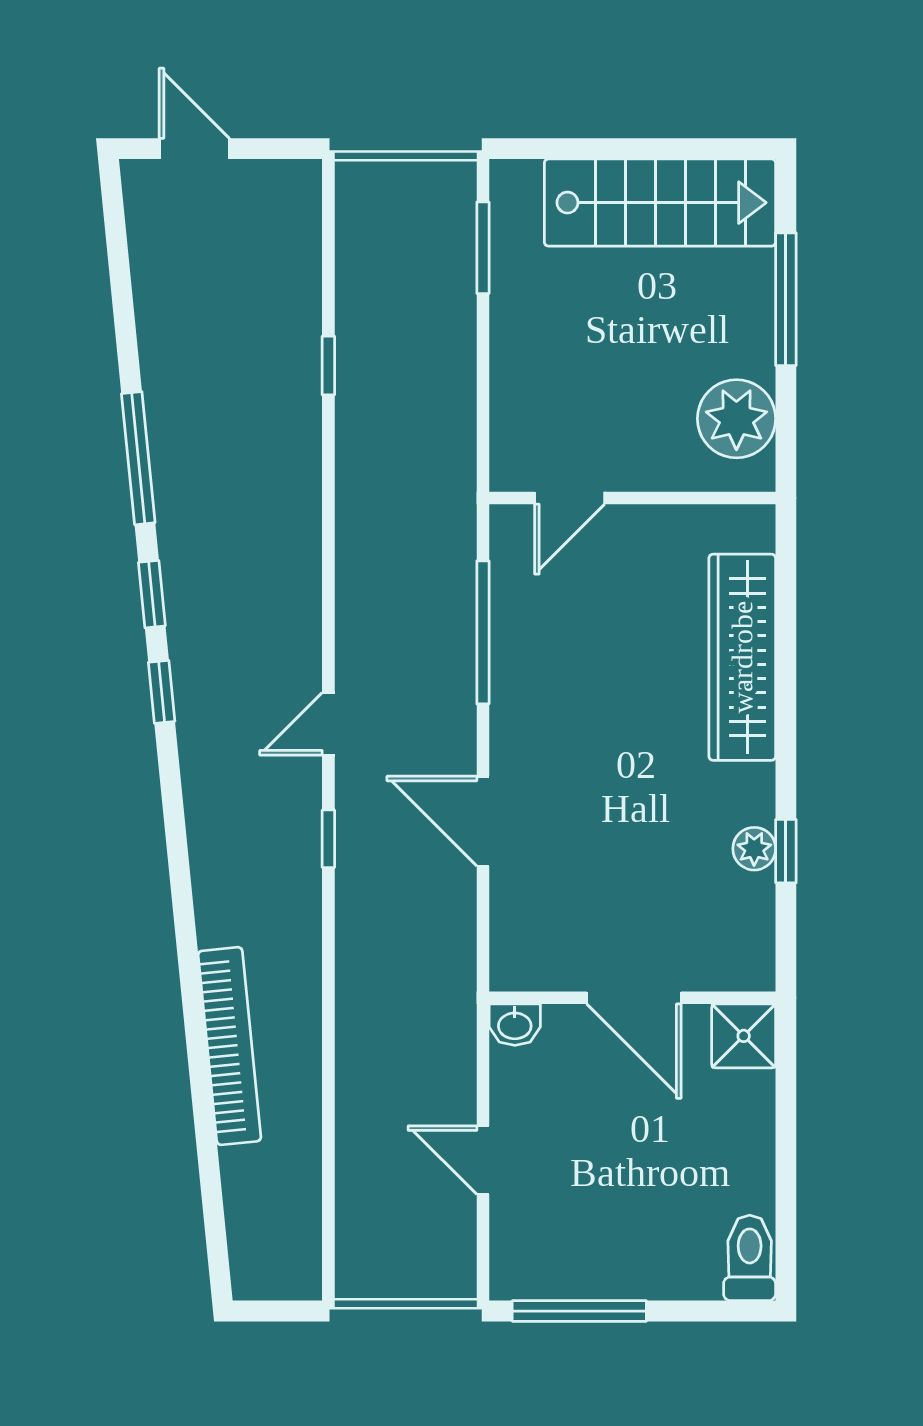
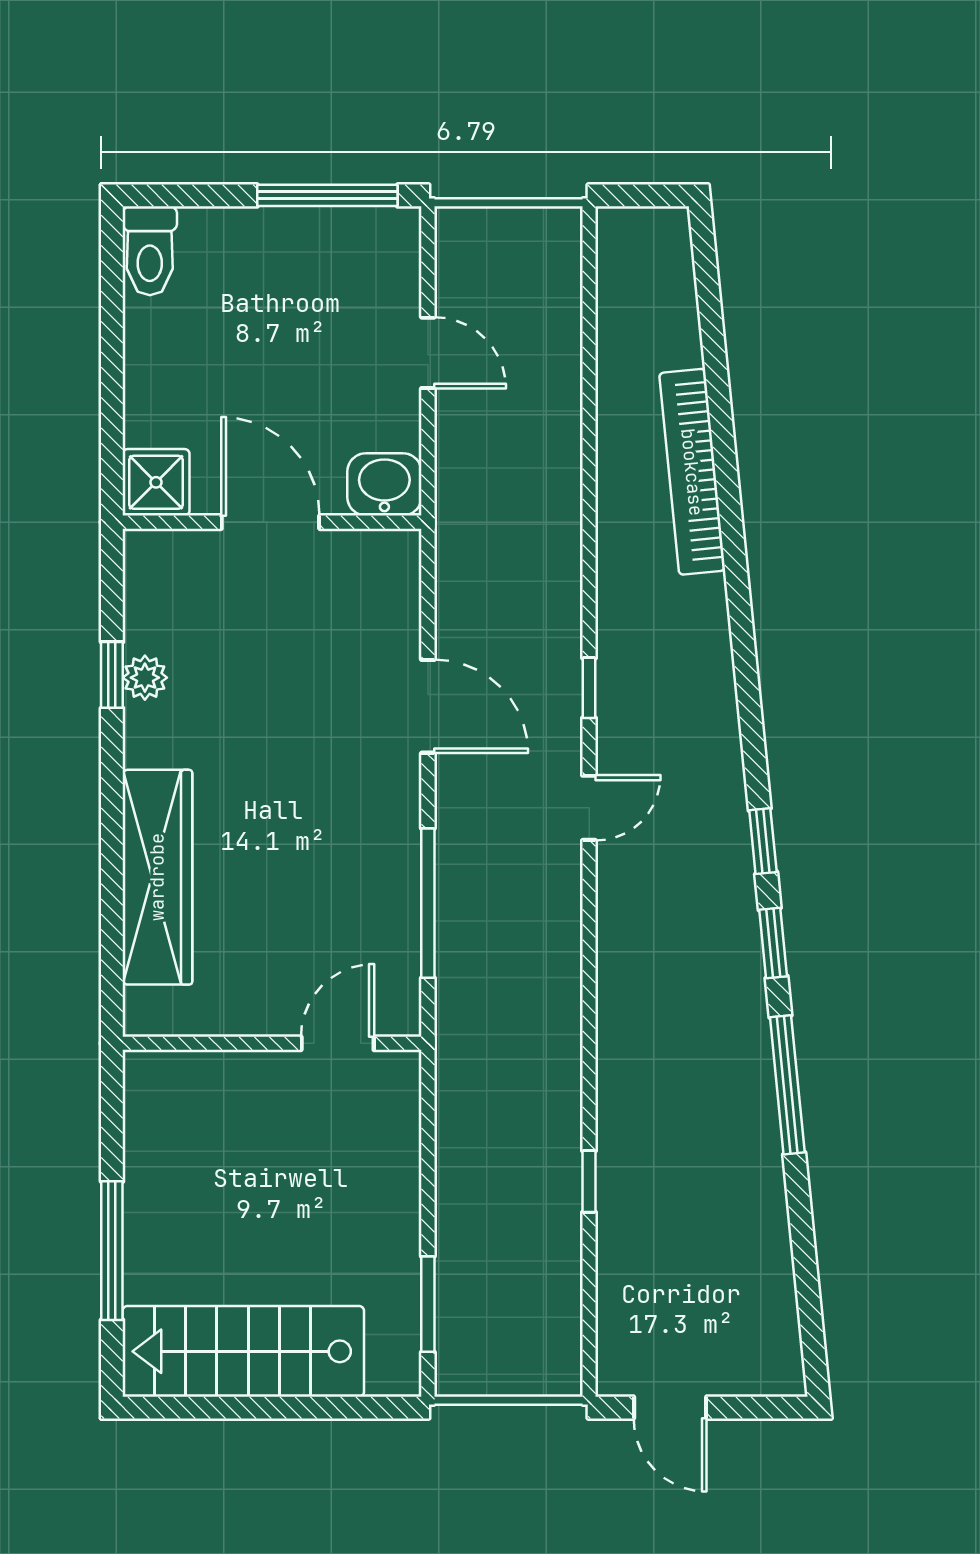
door: (194, 149) -> (670, 1408), moved
plant: (736, 419) -> (163, 1126), removed
washbasin: (515, 1025) -> (384, 484), width x1.38, depth x1.45

